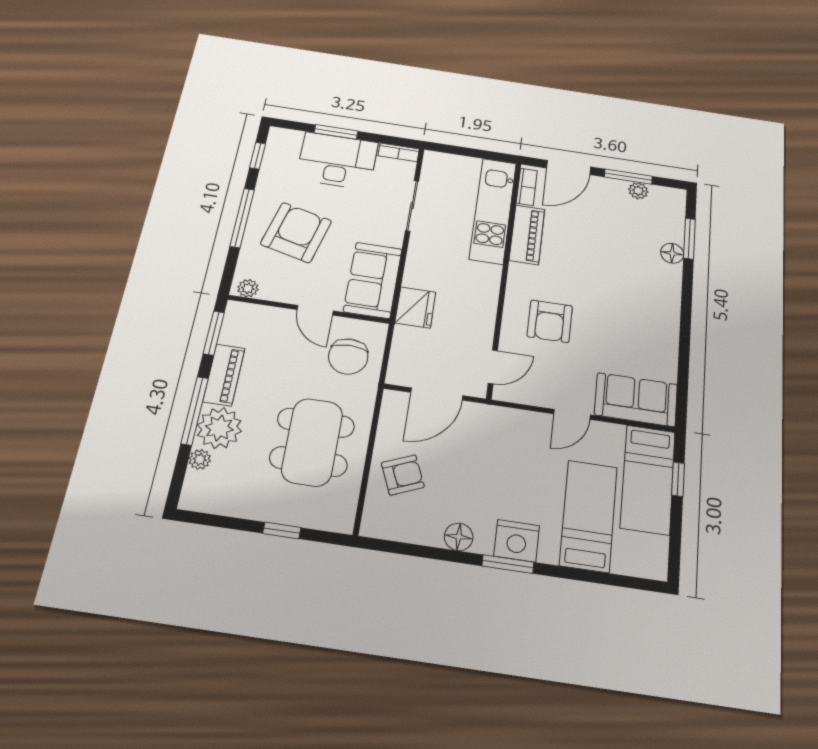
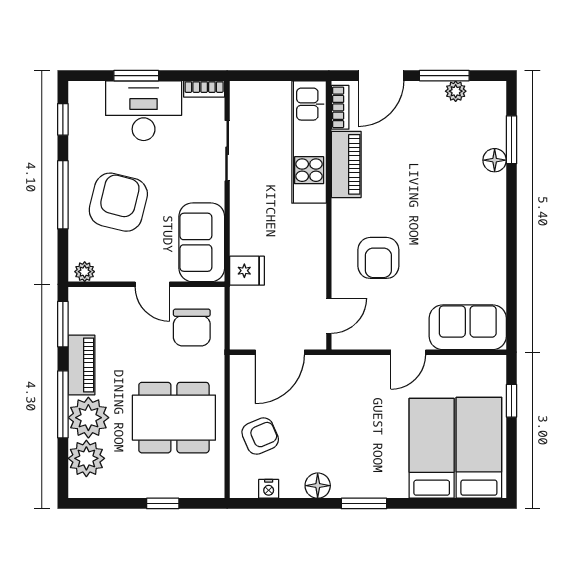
fridge: (415, 308) -> (247, 271), width x0.72
dining table: (312, 442) -> (174, 418), turned 90
plant: (200, 459) -> (86, 458), width x1.88, depth x1.88
bed: (648, 479) -> (479, 448), moved, turned 180
nightstand: (517, 541) -> (269, 489), moved, width x0.53, depth x0.56

